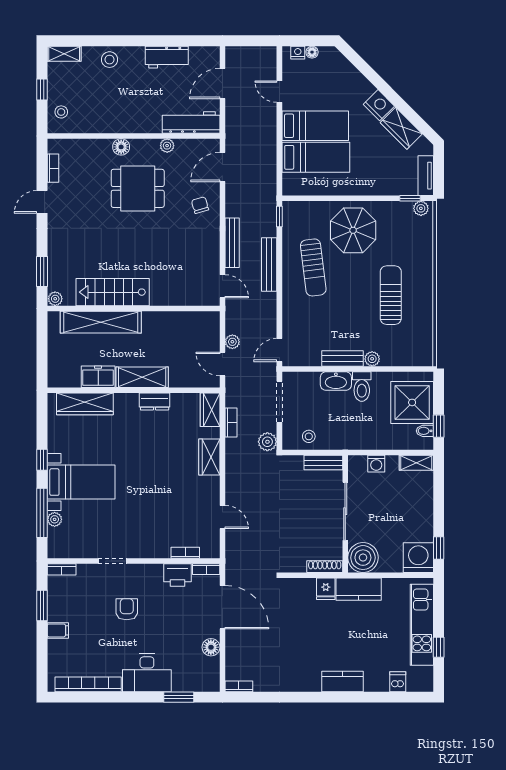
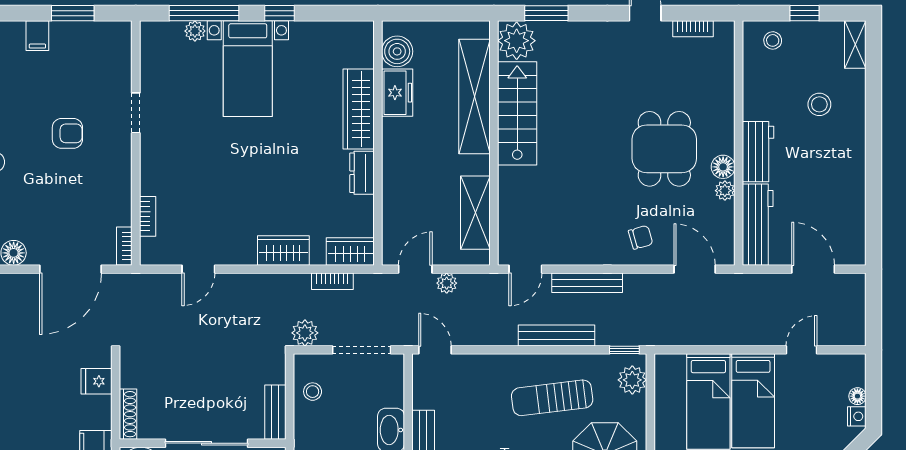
nightstand: (298, 53) -> (857, 416), moved
workbench: (167, 57) -> (758, 152), moved, turned 180
stool: (109, 60) -> (819, 104), moved
floor lamp: (121, 147) -> (723, 167), moved
plant: (301, 211) -> (632, 380), added
plant: (55, 299) -> (517, 41), width x1.87, depth x1.87
boiler: (69, 377) -> (397, 51), added
shelving: (142, 377) -> (475, 213), moved
wardrobe: (85, 404) -> (359, 109), moved
bookcase: (62, 569) -> (124, 41), removed
printer: (178, 575) -> (116, 205), removed
fridge: (326, 589) -> (96, 381), moved

